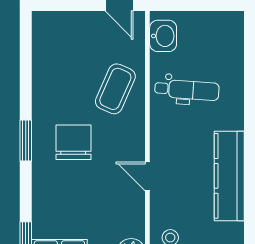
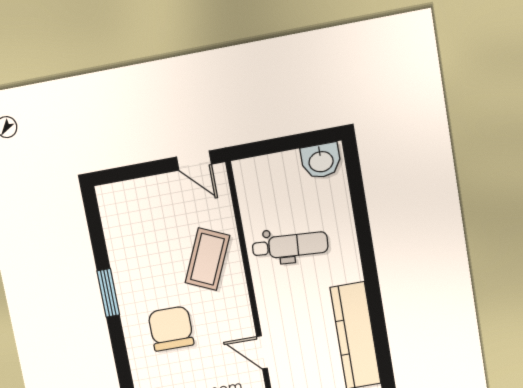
washbasin: (163, 36) -> (321, 161), moved, turned 90
window: (26, 141) -> (108, 293), moved

